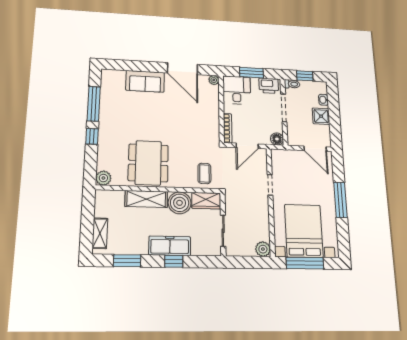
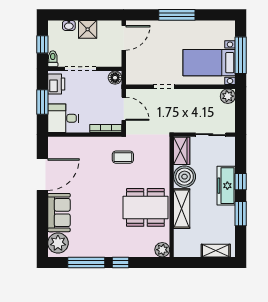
plant: (214, 80) -> (58, 243), moved, width x1.88, depth x1.88
coffee table: (204, 173) -> (123, 157), moved
bed with nightstands: (304, 231) -> (209, 63), width x0.73
window: (127, 261) -> (241, 214), moved

